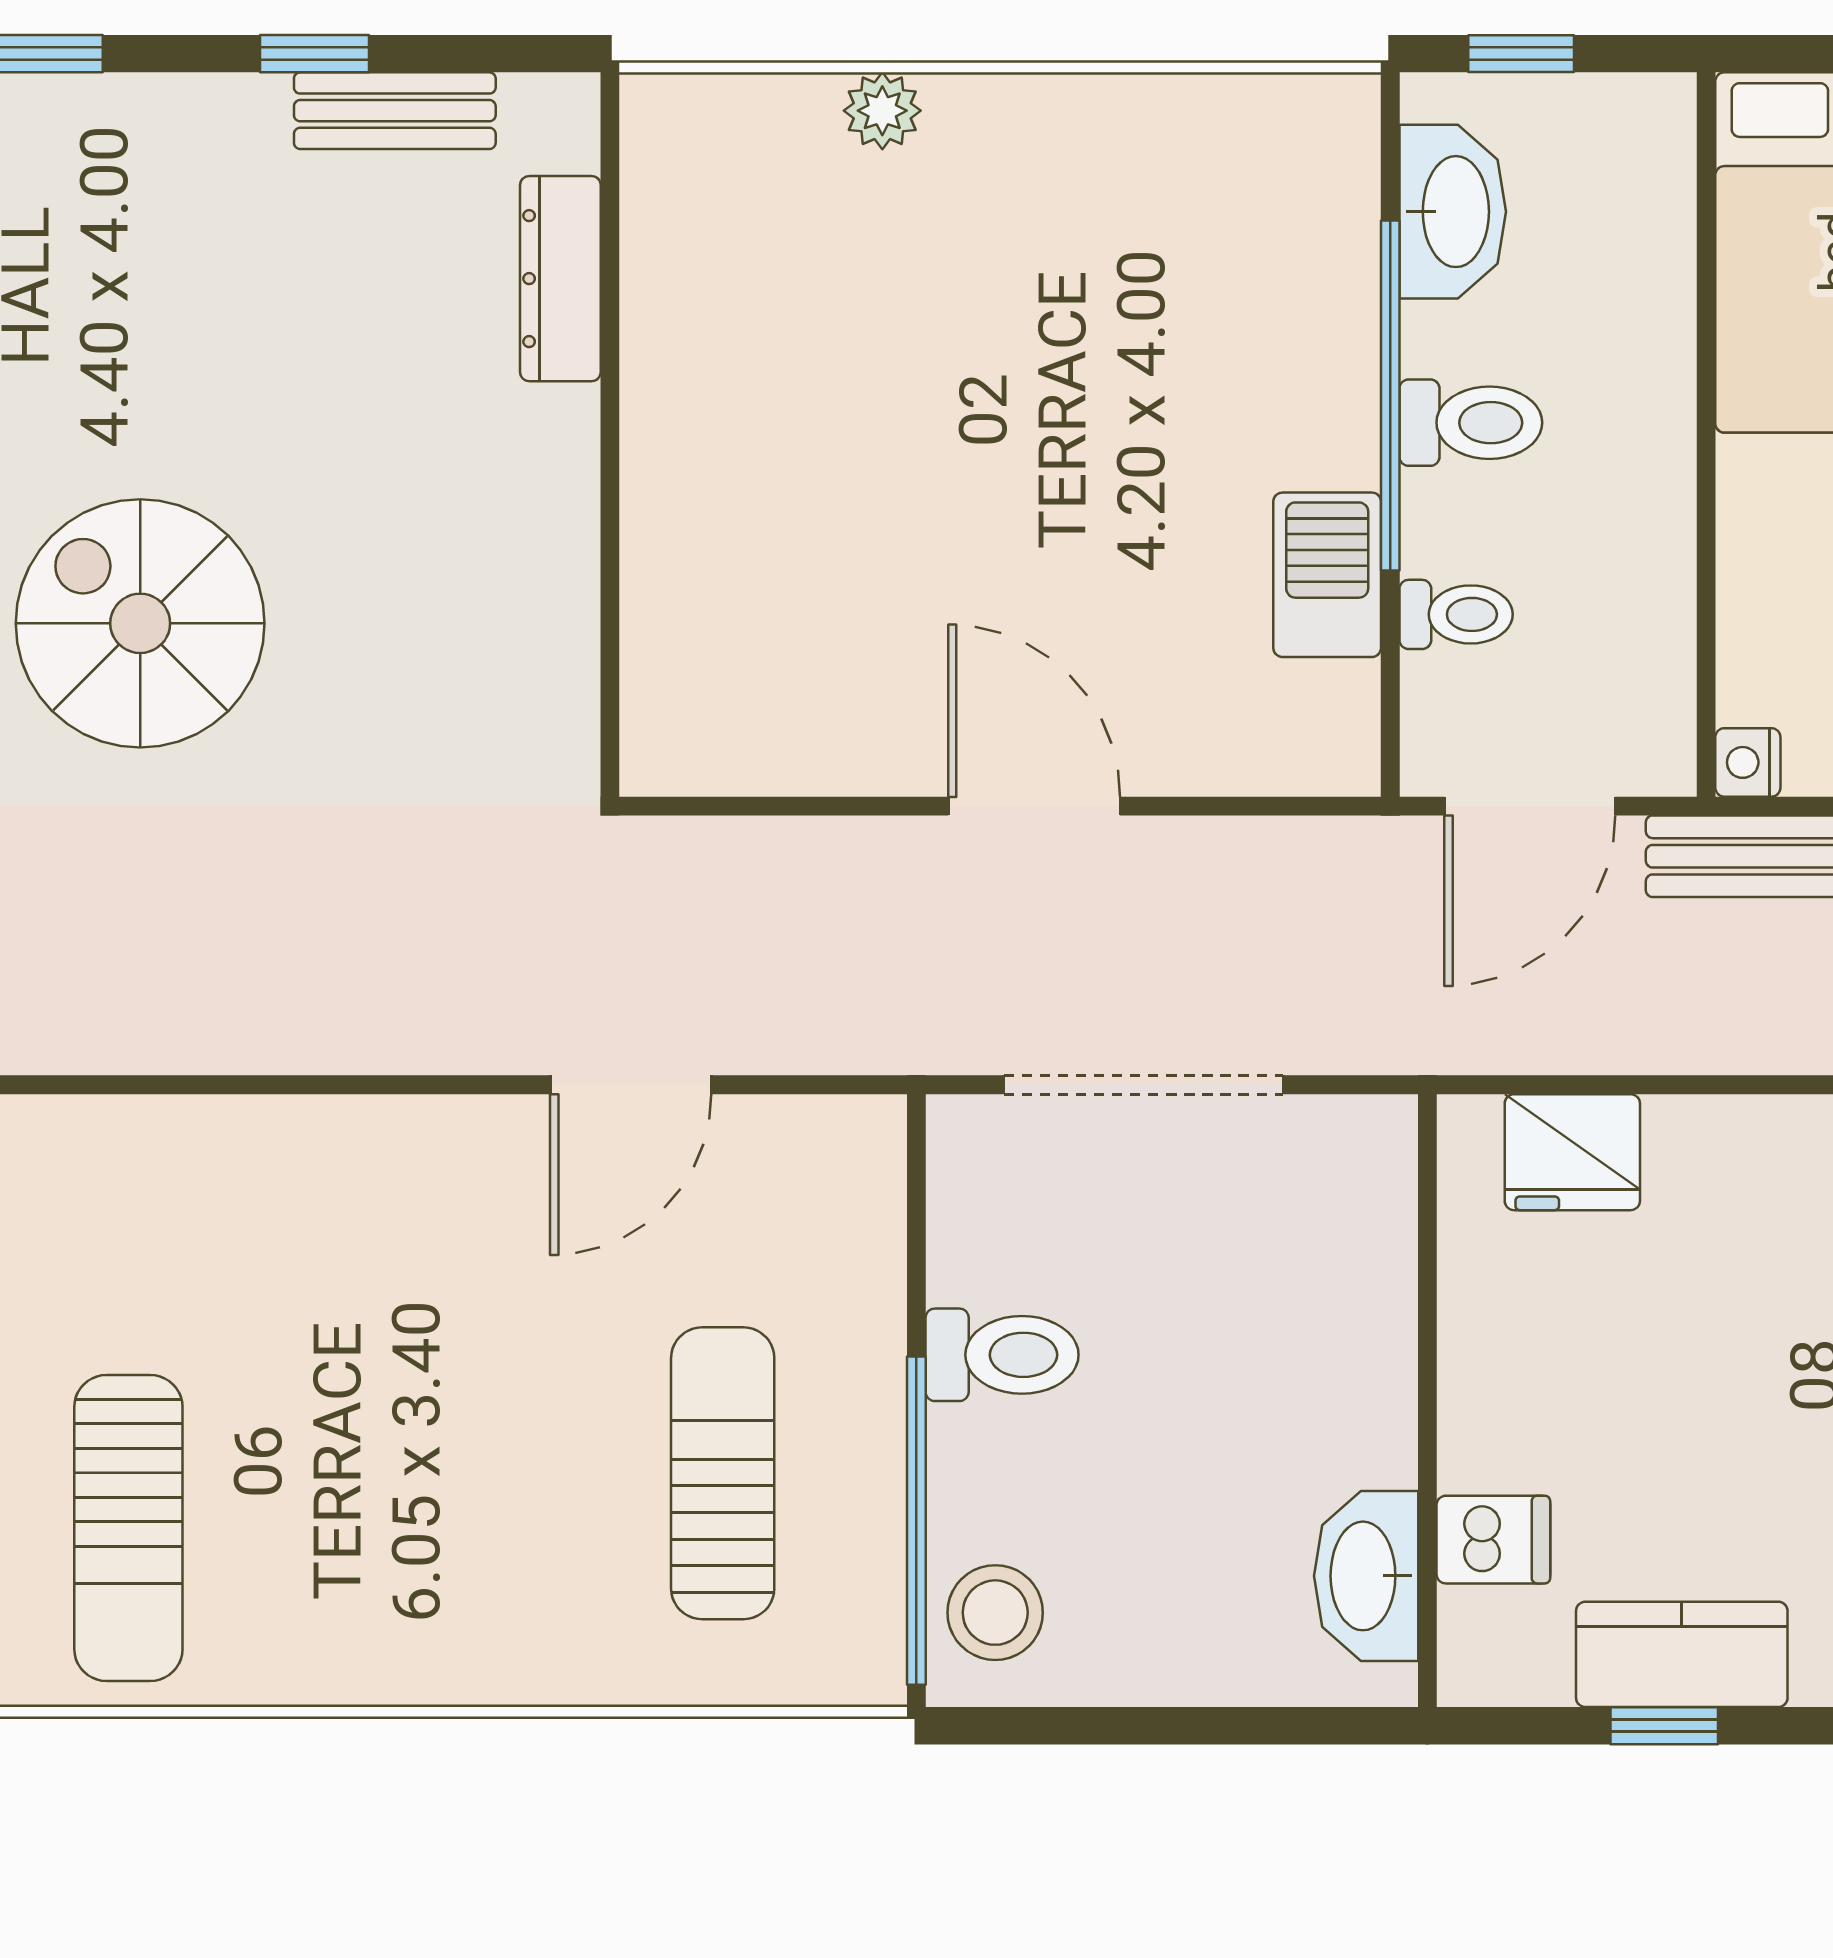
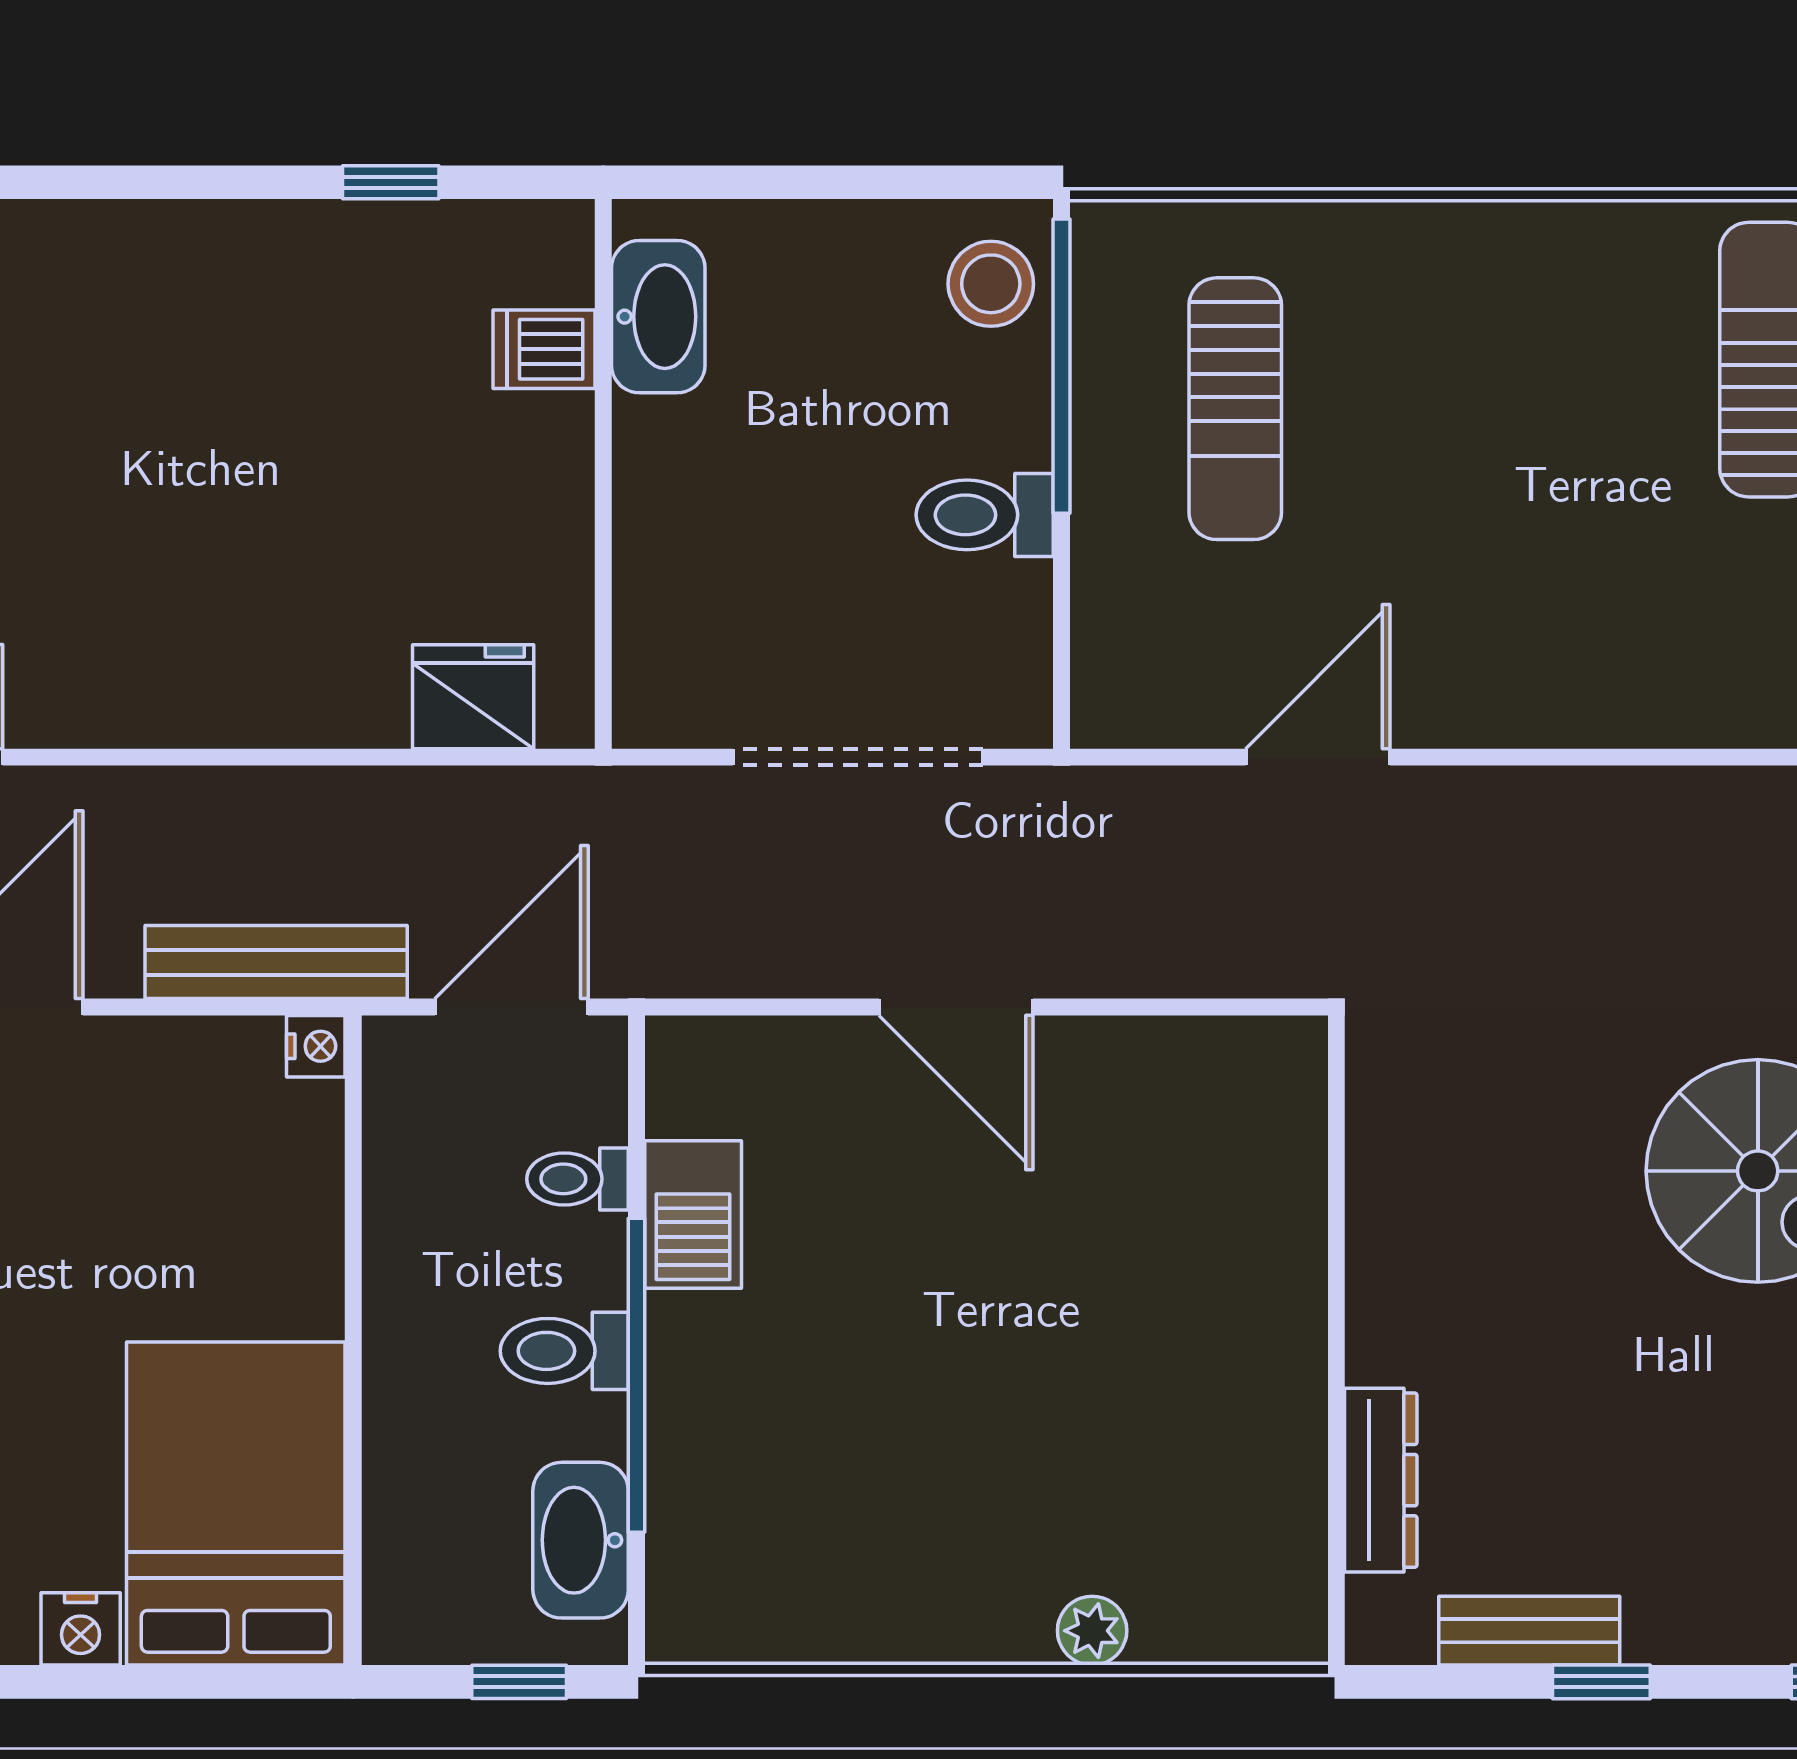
kitchen counter: (1682, 1654) -> (375, 246), removed

